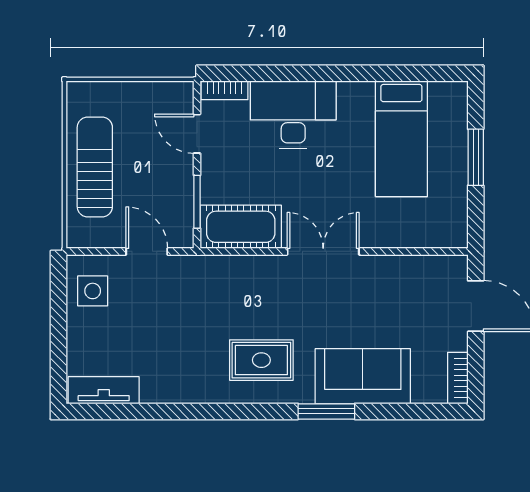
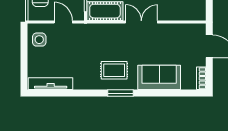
tv unit: (104, 390) -> (51, 84), width x1.41
window: (326, 411) -> (121, 93), moved

